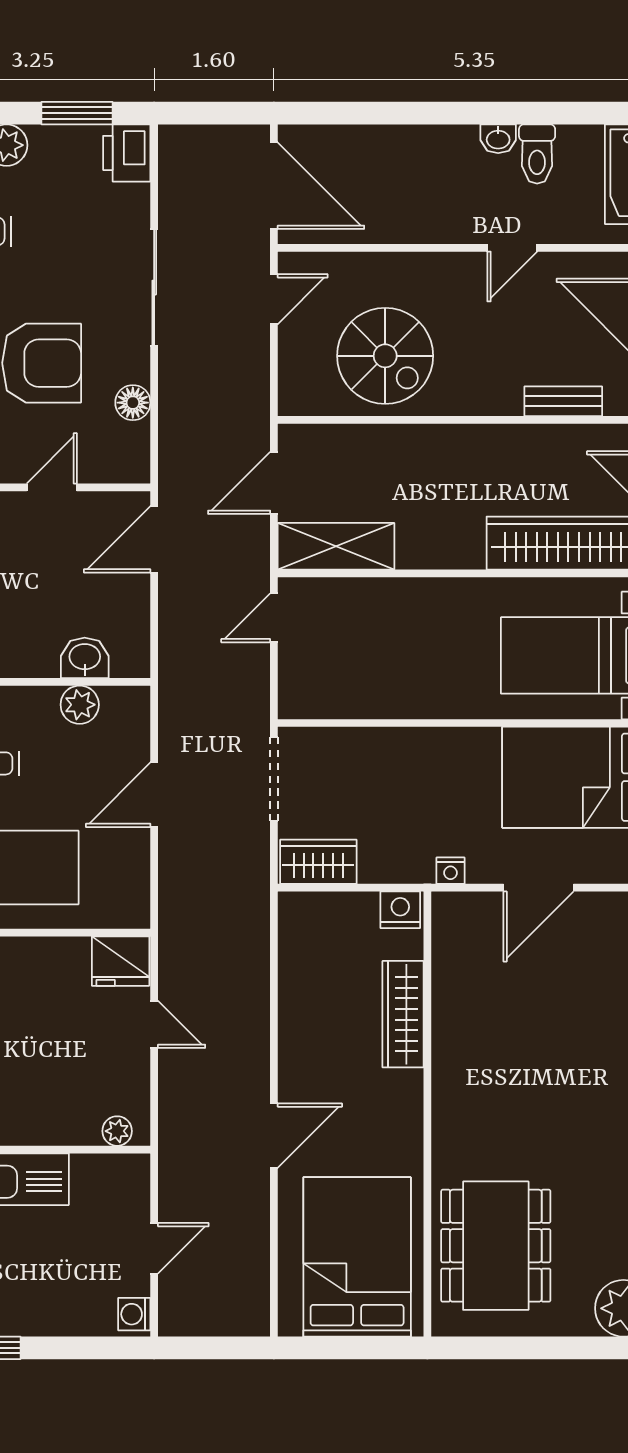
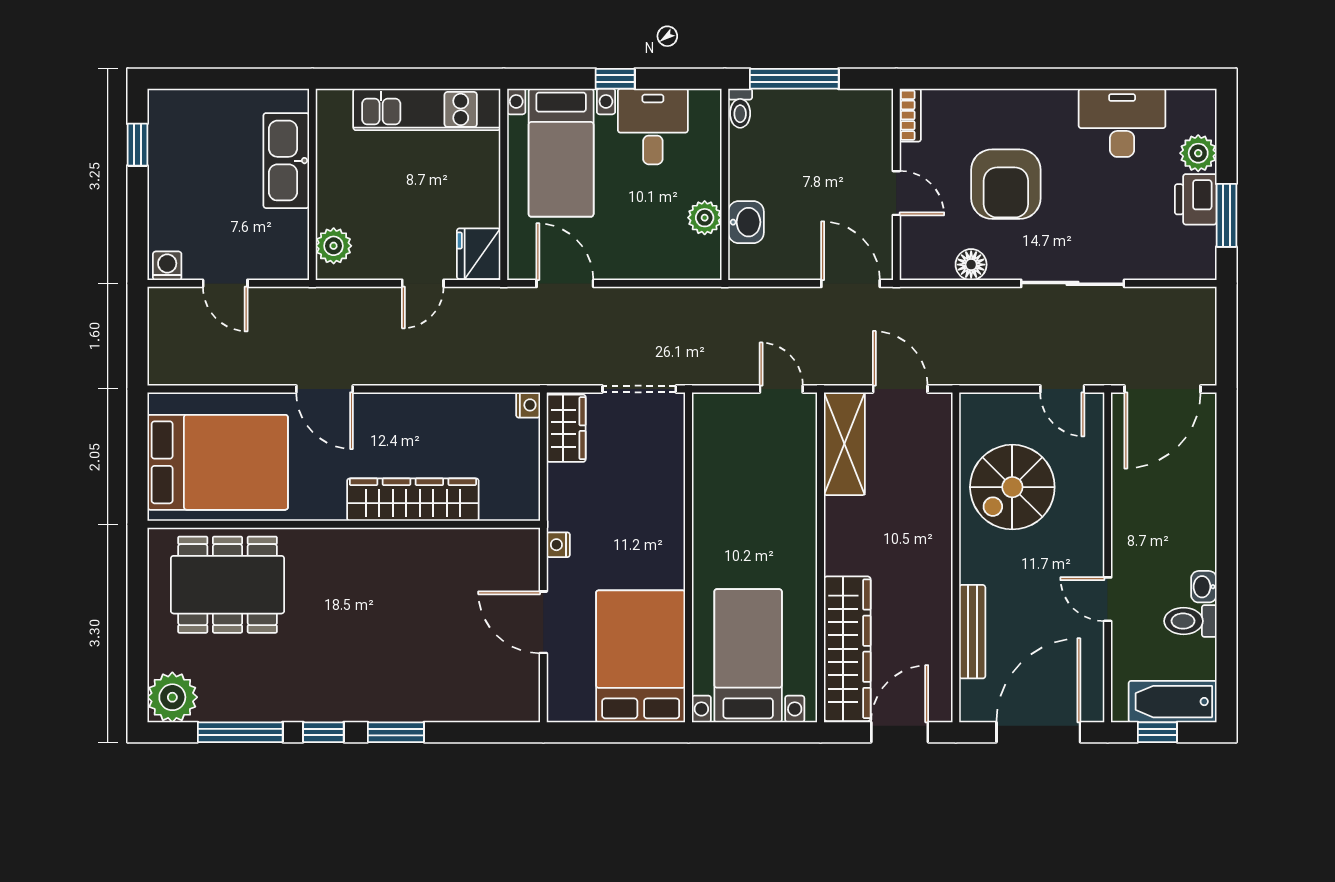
printer: (127, 153) -> (1196, 199), moved, turned -90
bench: (563, 401) -> (972, 632), width x1.36
door: (154, 795) -> (565, 283), moved
nightstand: (400, 910) -> (528, 405), moved, width x0.72, depth x0.74
wardrobe: (403, 1014) -> (413, 500), width x1.40, depth x1.17
plant: (117, 1131) -> (334, 246), width x1.38, depth x1.38

